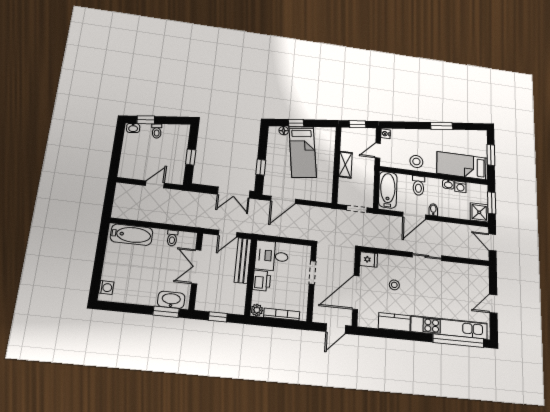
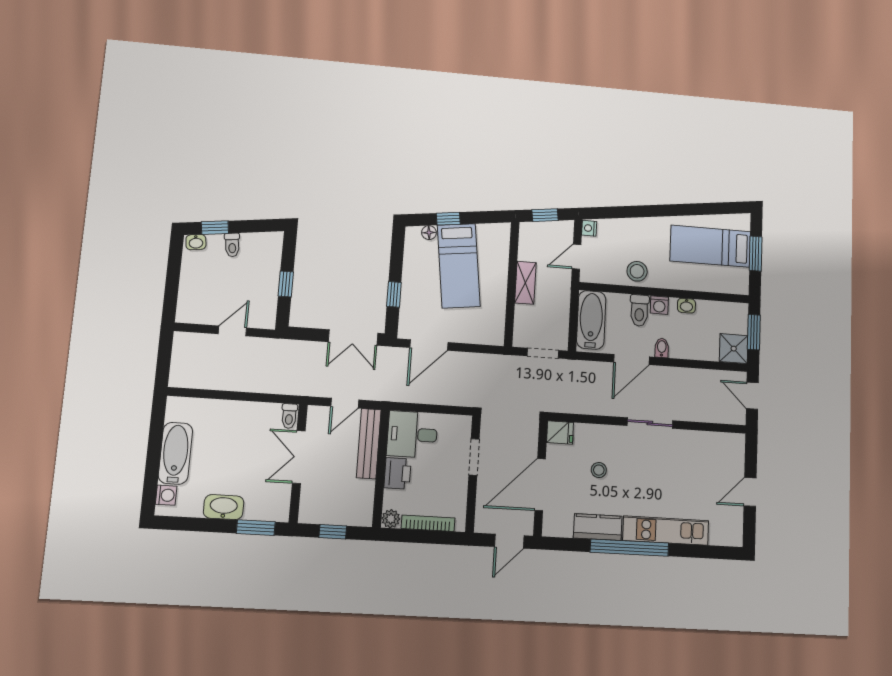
window: (442, 126) -> (679, 210), removed
bed: (462, 166) -> (710, 246), moved
washing machine: (460, 187) -> (659, 305), moved
bathtub: (132, 235) -> (175, 453), moved, turned -90
toilet: (172, 238) -> (289, 416), moved
washbasin: (171, 300) -> (224, 507), moved
kitchen unit: (449, 327) -> (666, 531), width x0.73
window: (458, 341) -> (629, 548), moved

